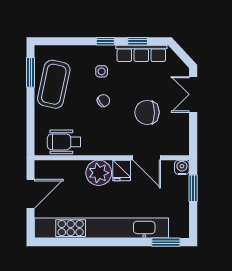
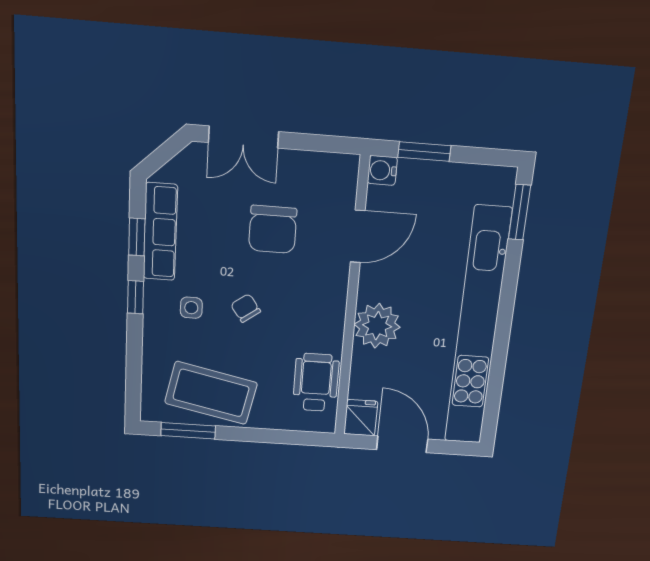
wheelchair: (64, 142) -> (316, 382), turned 180
fridge: (122, 171) -> (361, 418), moved, turned -90

